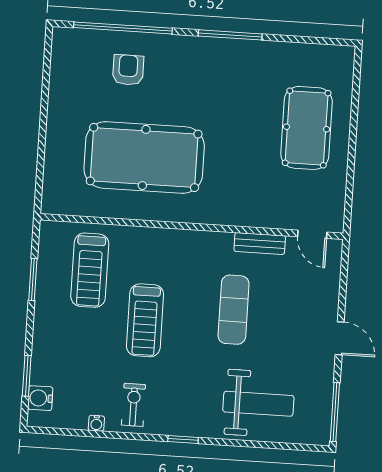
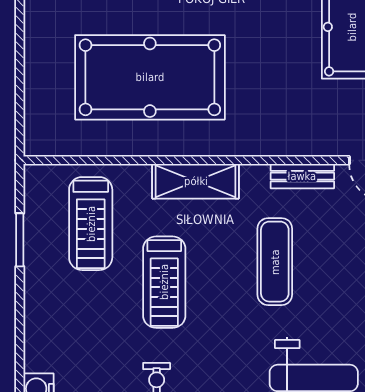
shelving: (175, 242) -> (196, 181), added
window: (27, 376) -> (20, 362), removed

